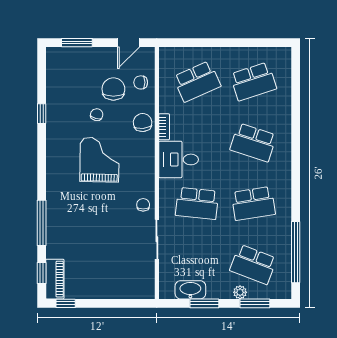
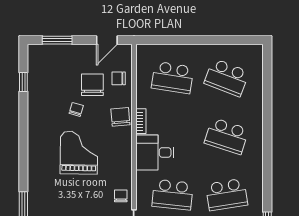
school desk: (197, 81) -> (173, 78), turned 33
school desk: (253, 81) -> (227, 78), turned 39
window: (42, 114) -> (23, 82), moved

